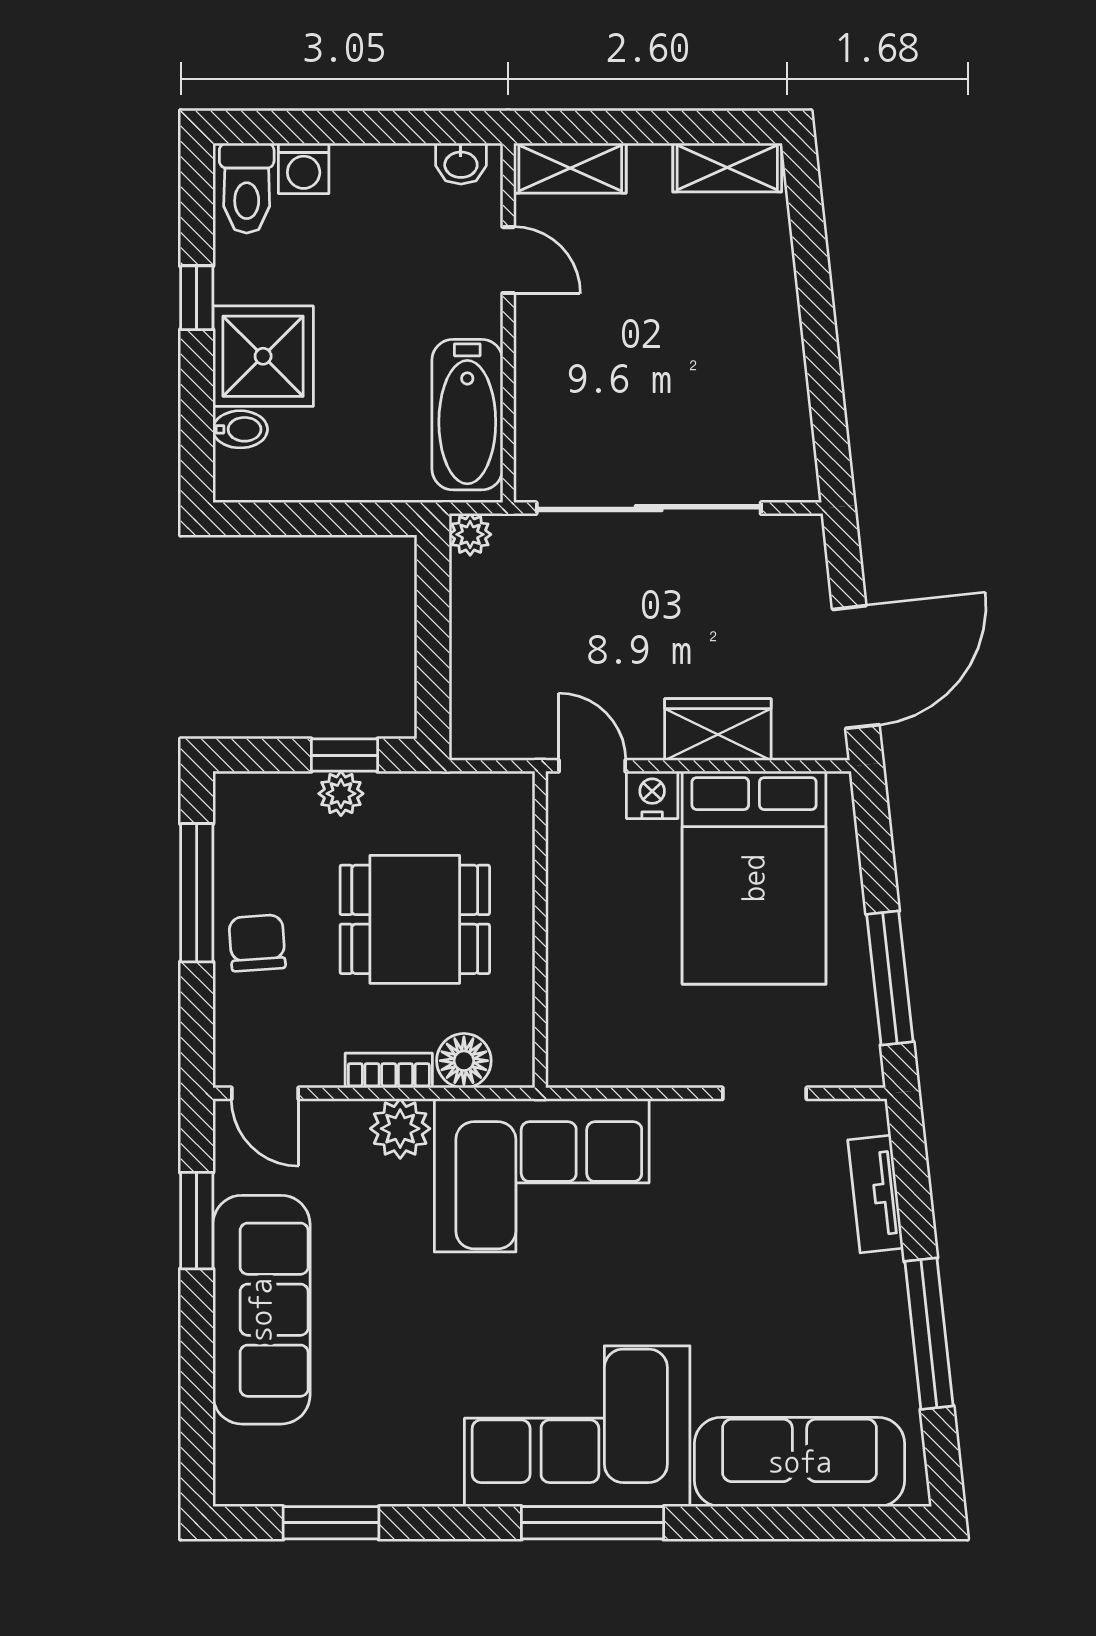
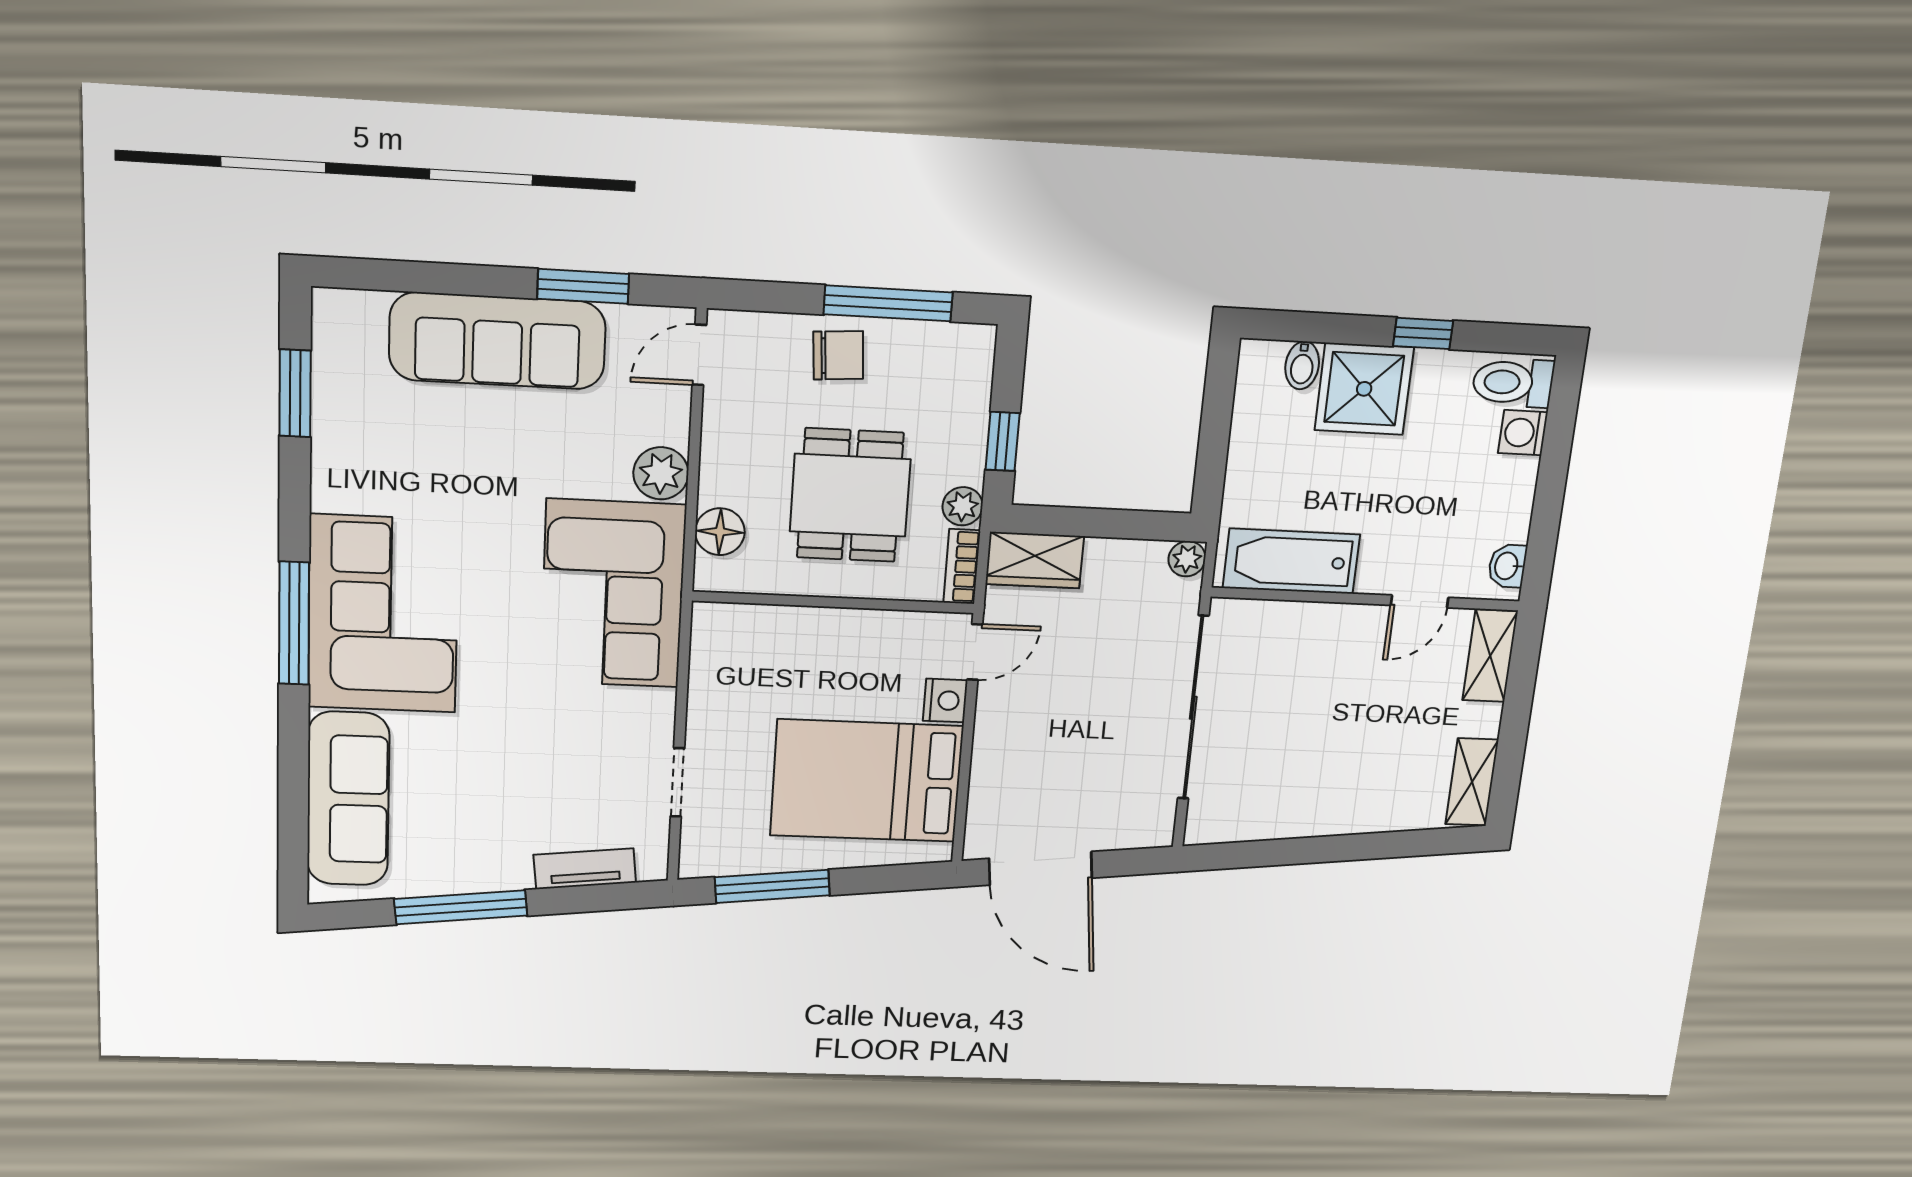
wardrobe: (718, 730) -> (1035, 560), moved, turned 90
plant: (341, 794) -> (963, 506), moved
bookcase: (389, 1071) -> (962, 566), moved, turned 180

